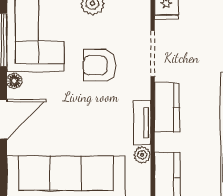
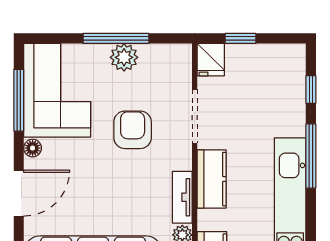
armchair: (100, 65) -> (133, 130), turned 90

